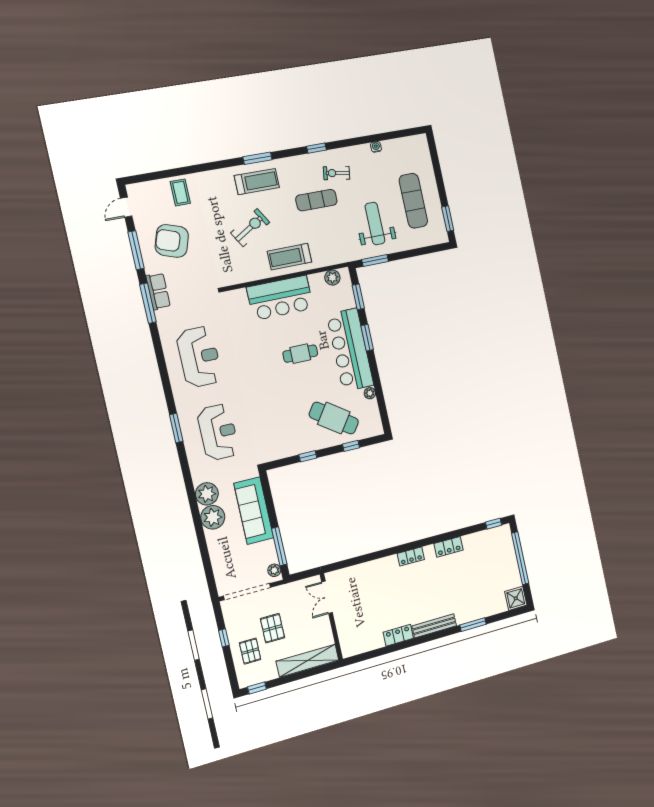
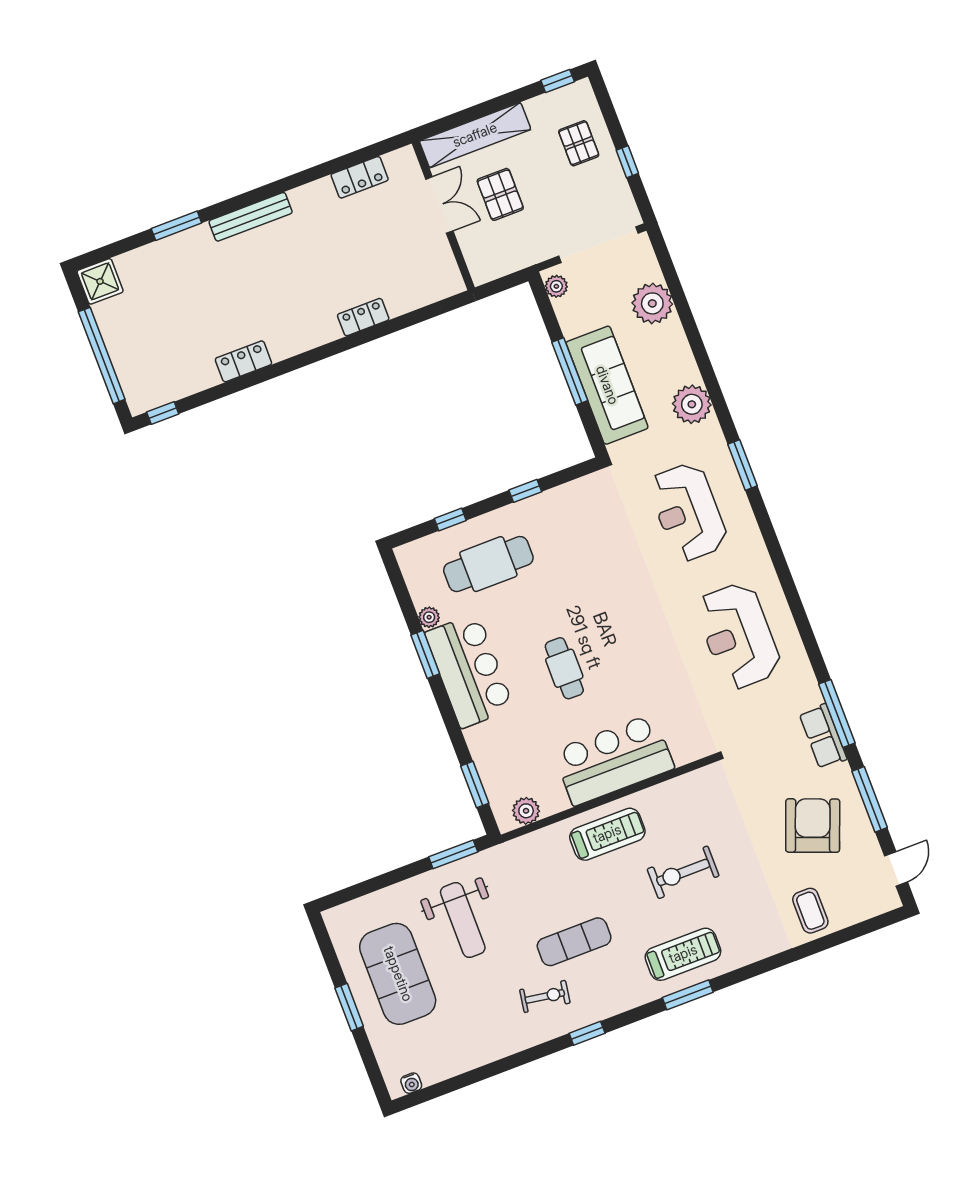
water cooler: (376, 147) -> (411, 1083), moved
treadmill: (257, 182) -> (683, 954), turned 180
exercise mat: (413, 201) -> (398, 974), width x1.47
window: (448, 219) -> (349, 1007), moved
exercise bike: (250, 228) -> (683, 872), turned 31
armchair: (172, 241) -> (813, 826), turned -88
window: (367, 338) -> (425, 654), moved
bar counter: (350, 350) -> (469, 671), width x0.73
cafe table: (300, 354) -> (564, 668), turned 90
cafe table: (334, 418) -> (488, 564), turned -35
window: (176, 428) -> (743, 465), moved
plant: (213, 517) -> (652, 303), moved
window: (279, 546) -> (570, 371), moved
locker: (411, 556) -> (363, 317), moved
double door: (327, 597) -> (439, 205), moved
pallet: (272, 628) -> (500, 194), moved
locker: (398, 635) -> (360, 177), moved

